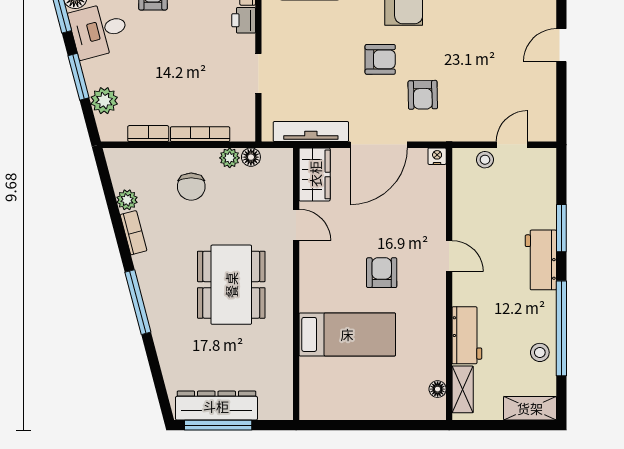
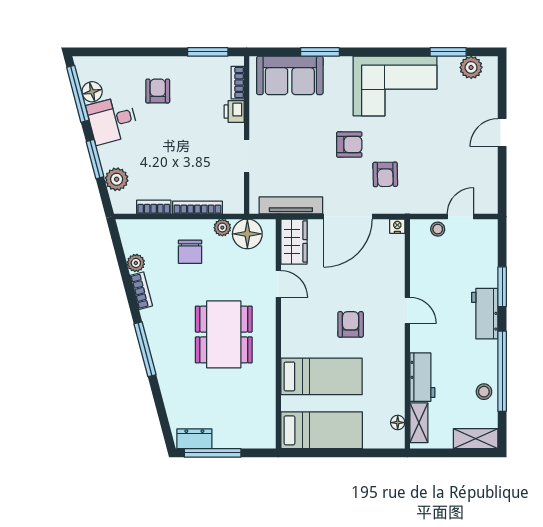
floor lamp: (251, 157) -> (247, 234), width x1.89, depth x1.89
bed: (347, 398) -> (322, 430), added
dresser: (216, 406) -> (194, 439), width x0.51, depth x0.80

